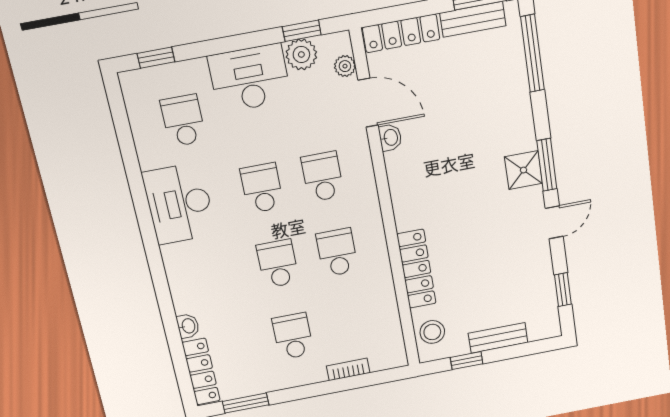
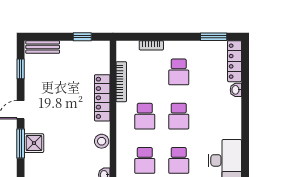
bookcase: (388, 302) -> (121, 82), added
stool: (432, 332) -> (102, 141), moved
bench: (498, 338) -> (43, 47), moved

